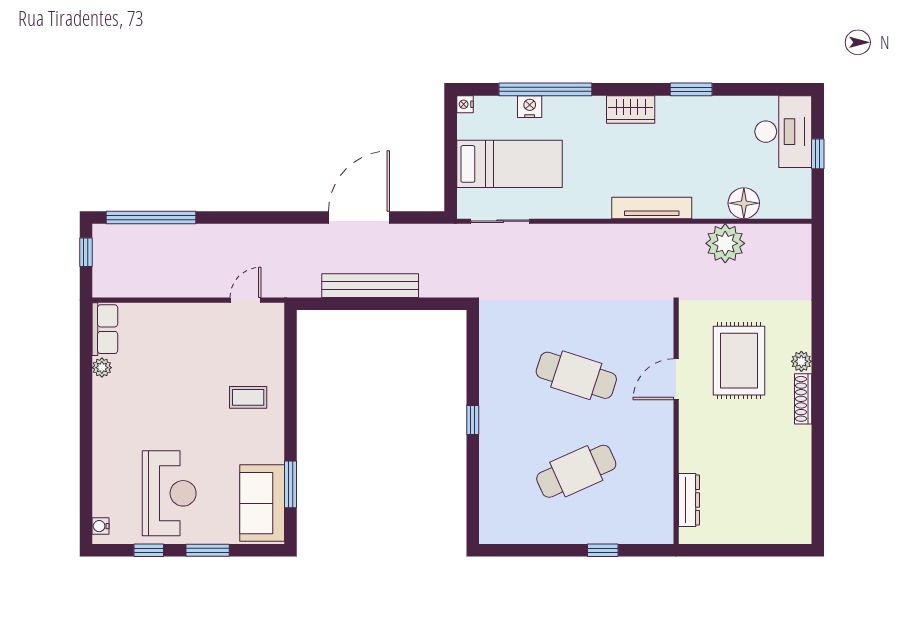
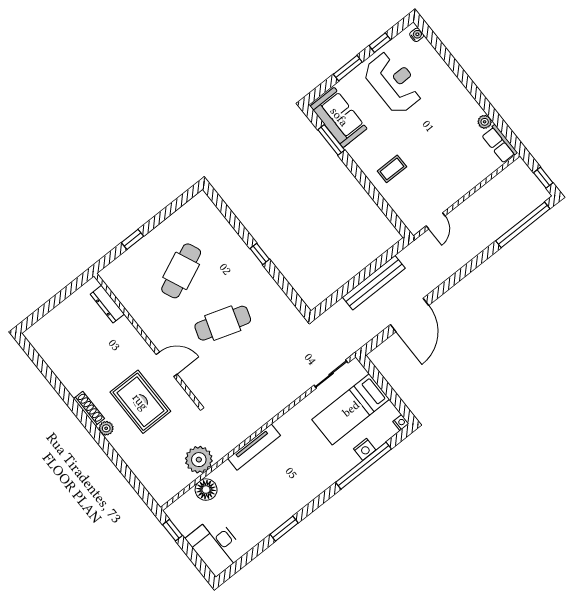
wardrobe: (631, 110) -> (308, 492), removed
window: (818, 154) -> (173, 530), moved
door: (676, 379) -> (167, 364), hinge flipped
reception desk: (169, 493) -> (393, 82), turned 180

